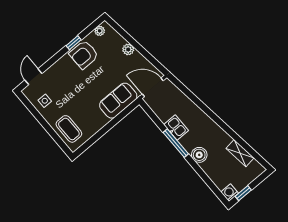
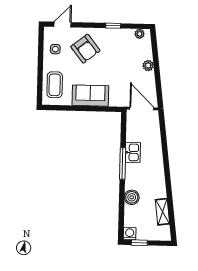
armchair: (84, 55) -> (85, 49), moved, turned -128
sofa: (118, 101) -> (90, 96), moved
boiler: (199, 155) -> (132, 197), moved

